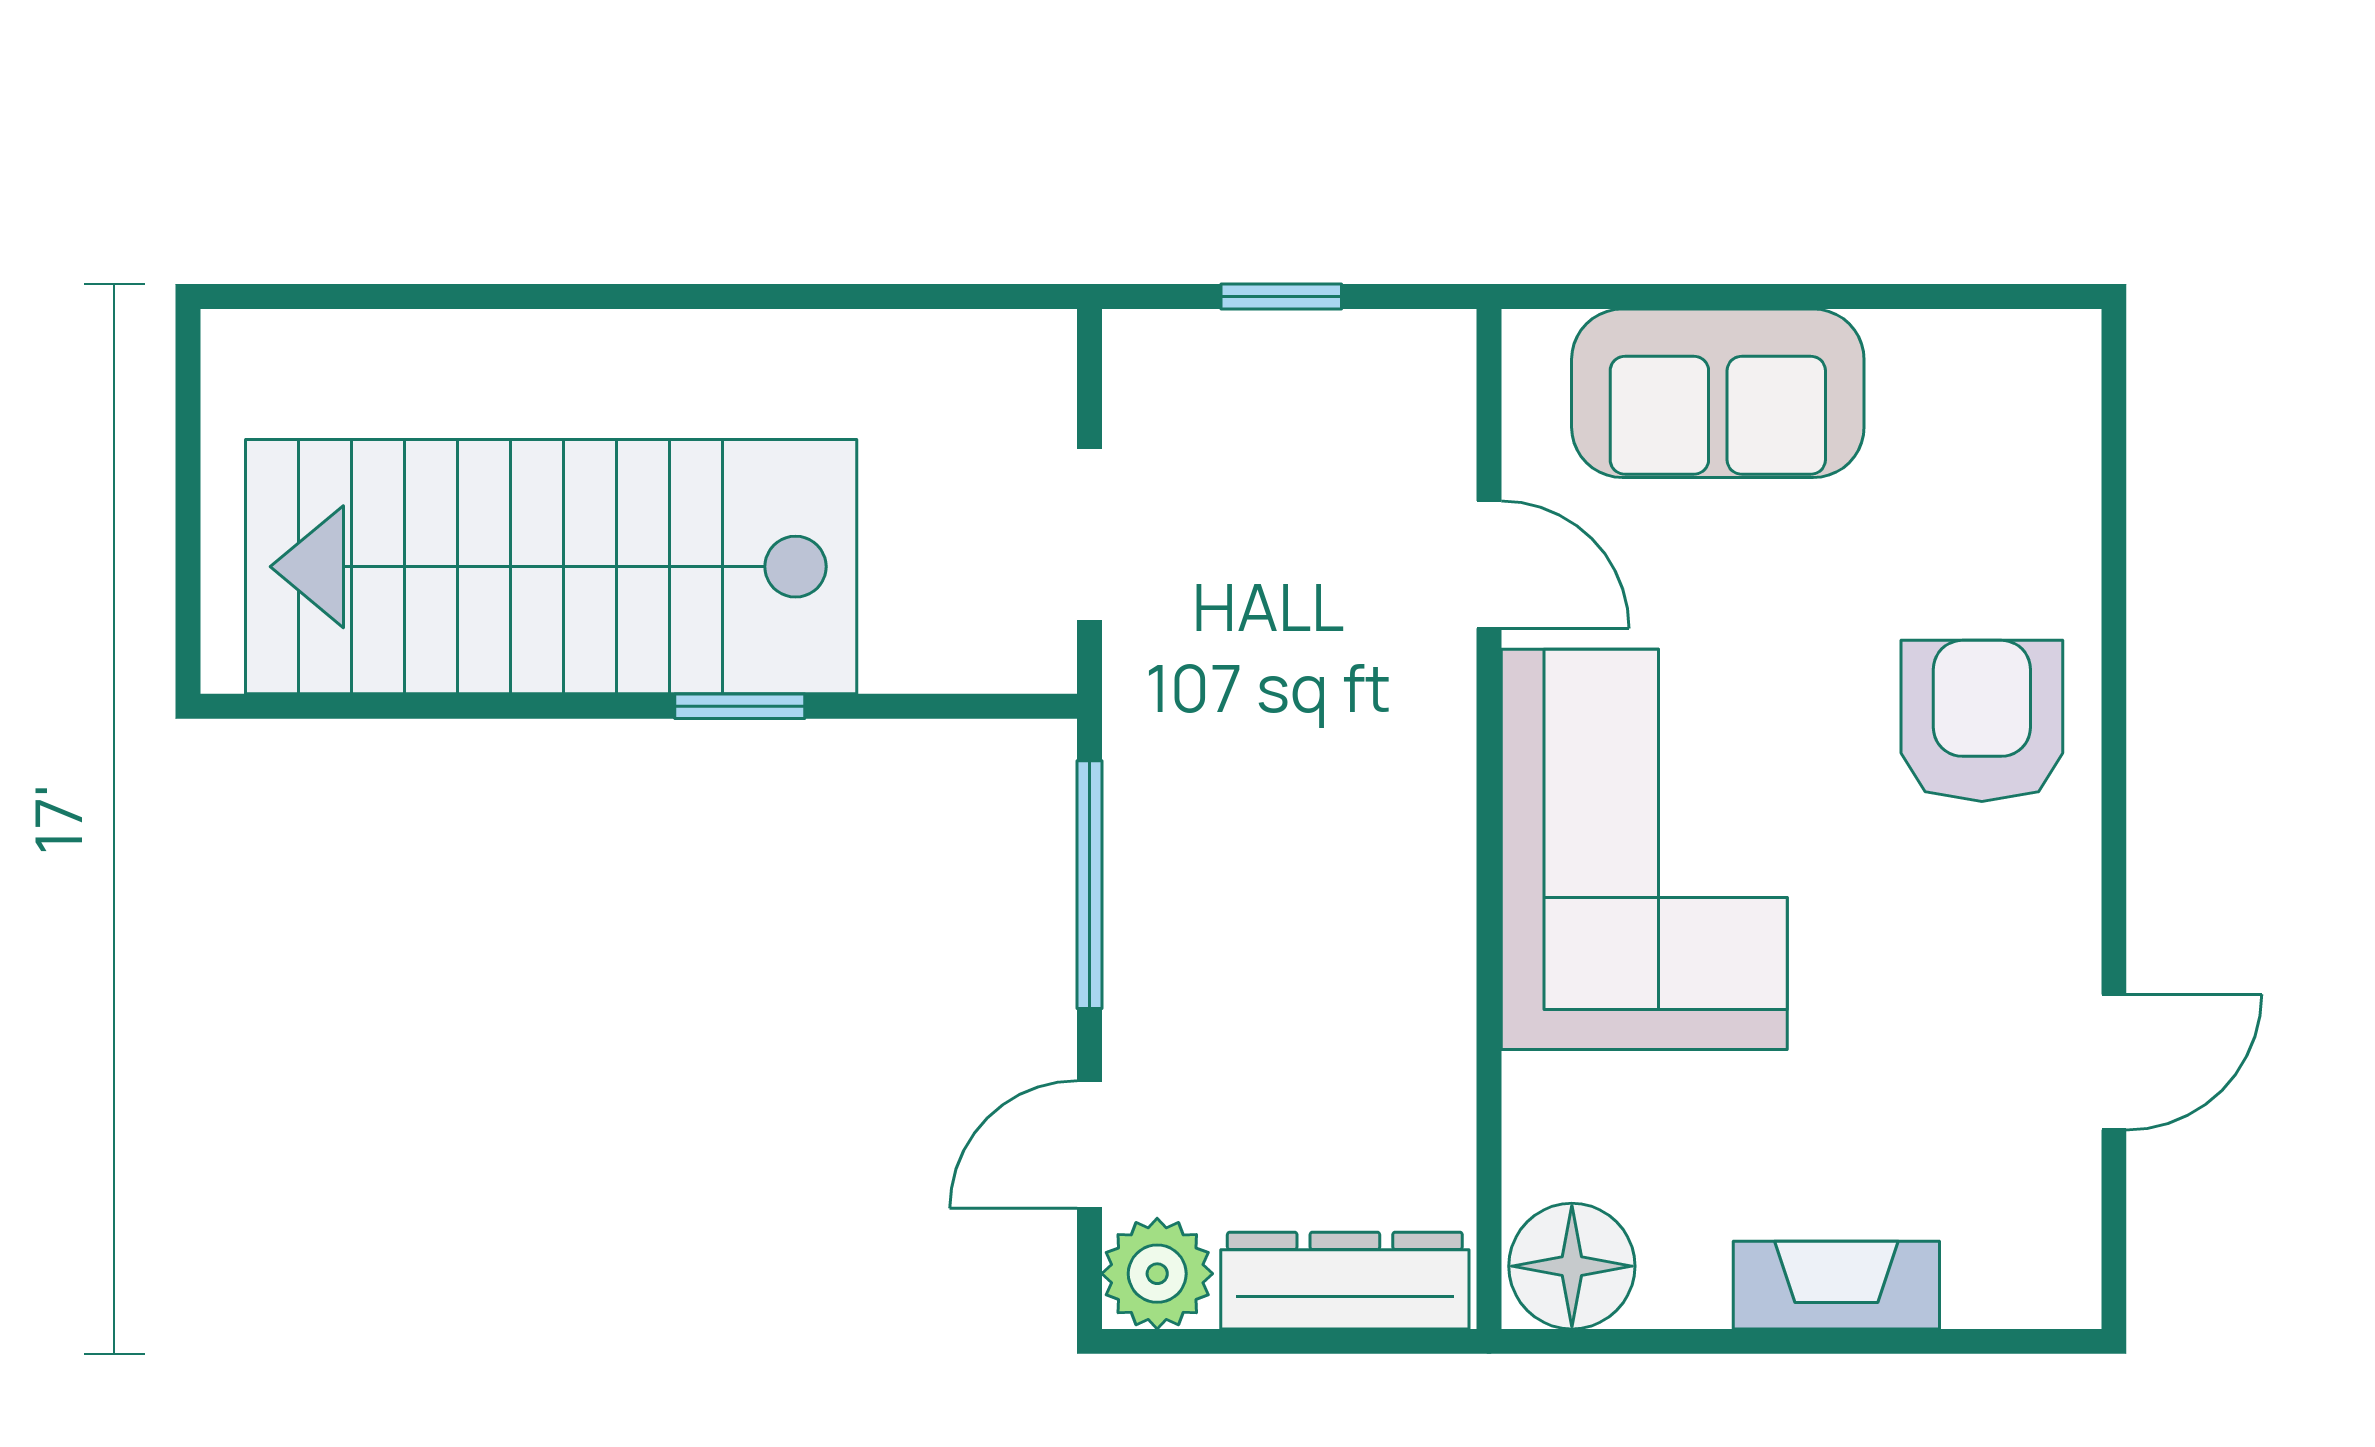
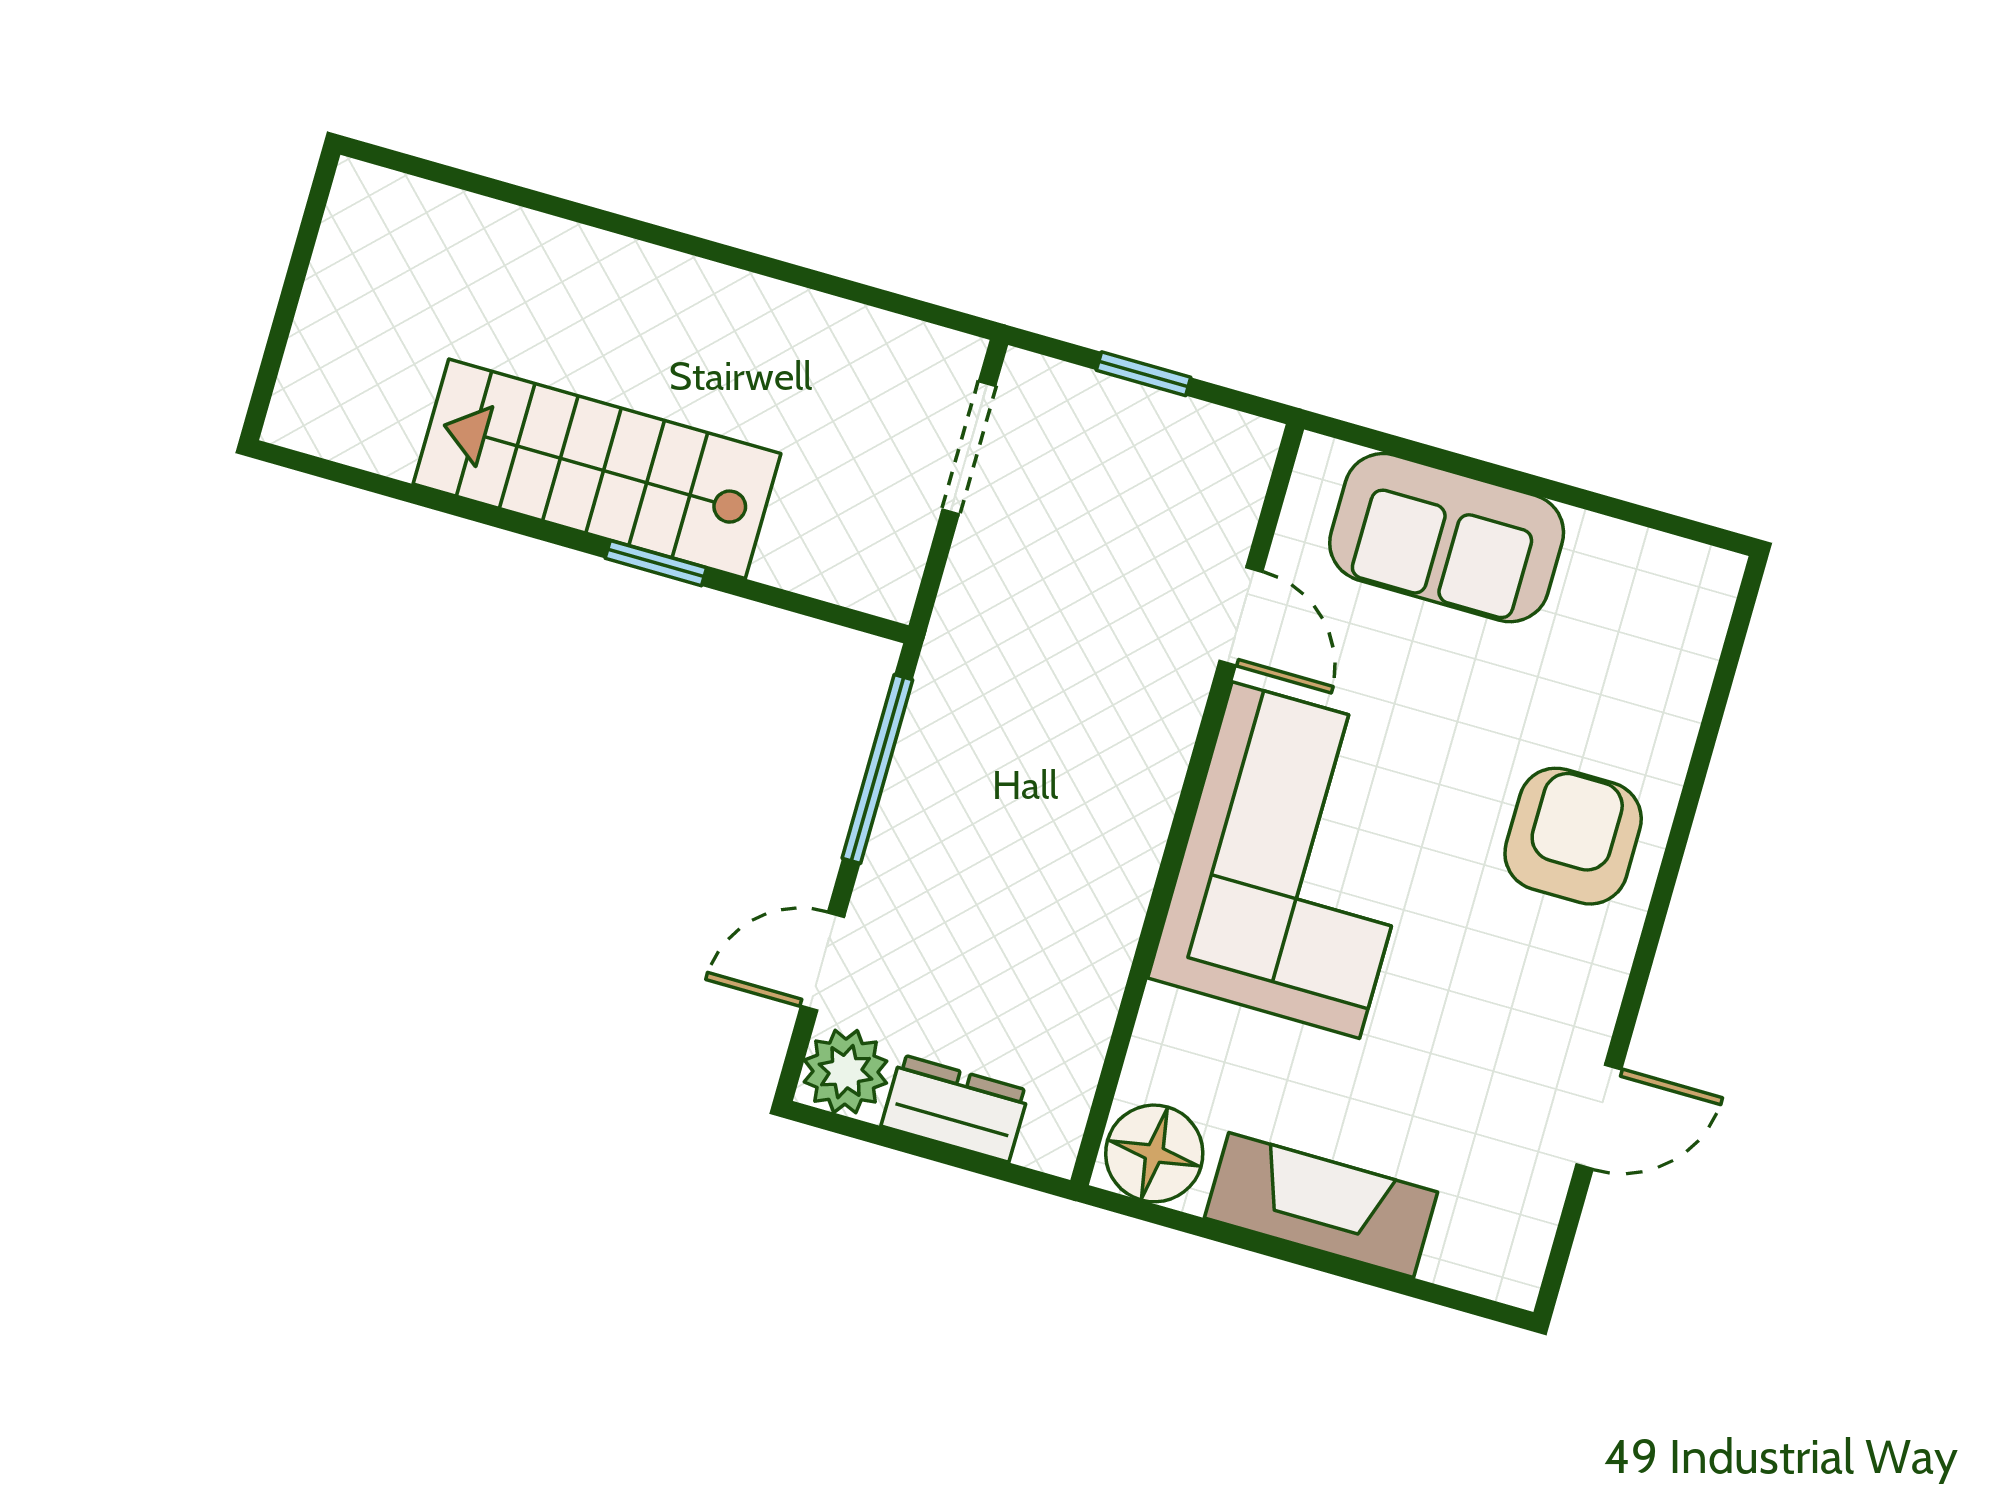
doorway: (1089, 535) -> (969, 448), moved
stairs: (551, 567) -> (597, 469), width x0.73, depth x0.66
dresser: (1345, 1281) -> (955, 1108), width x0.70
fireplace: (1836, 1285) -> (1321, 1205), width x1.37, depth x1.32

